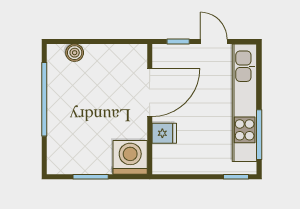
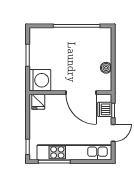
boiler: (75, 53) -> (106, 68), moved
dishwasher: (176, 55) -> (105, 109), added
fridge: (164, 133) -> (38, 102), moved

